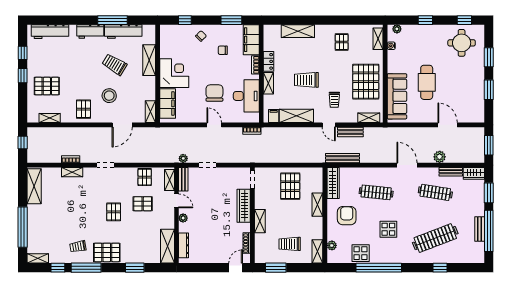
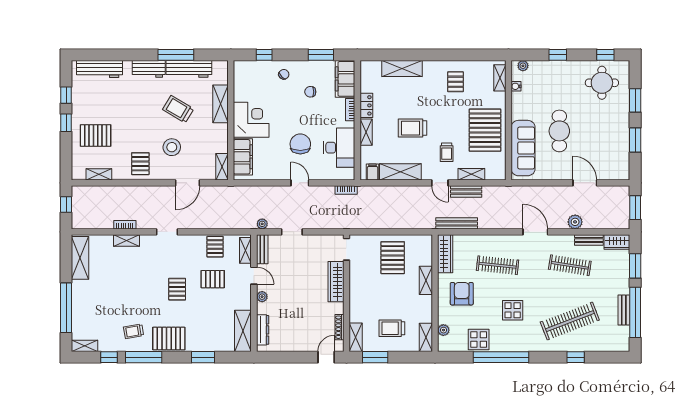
shelving: (369, 118) -> (471, 174), moved
shelving: (260, 221) -> (356, 337), moved

